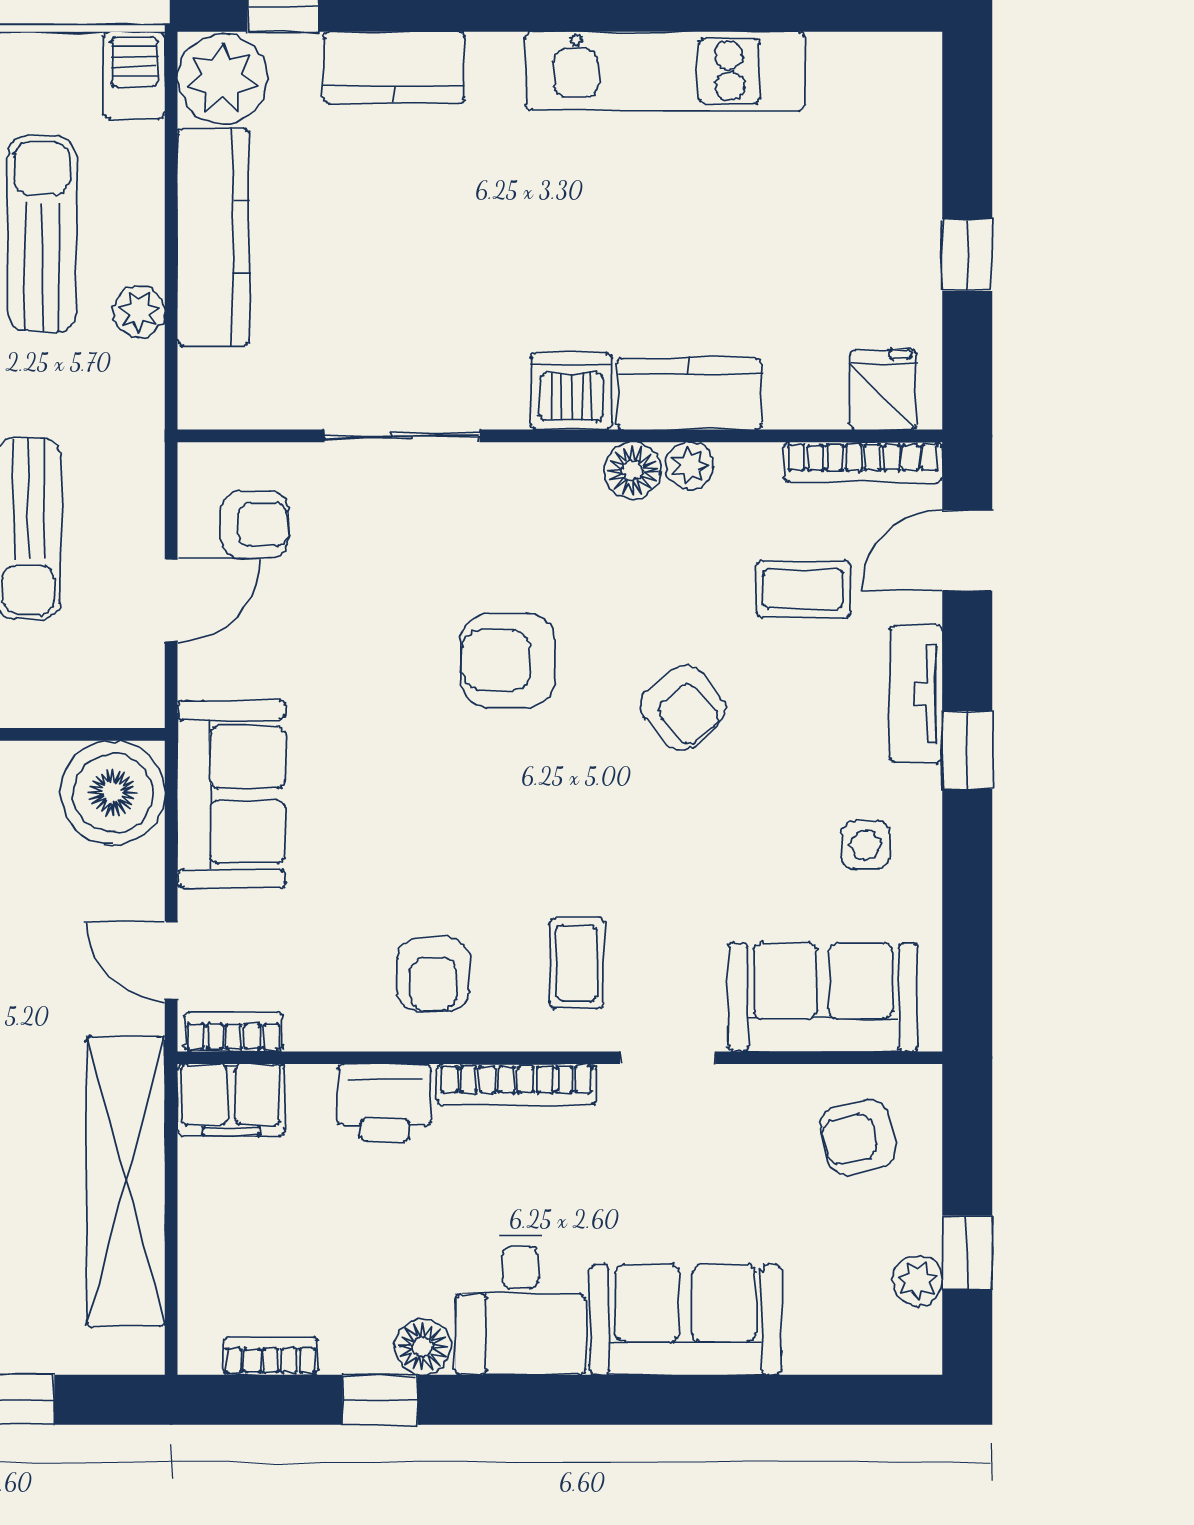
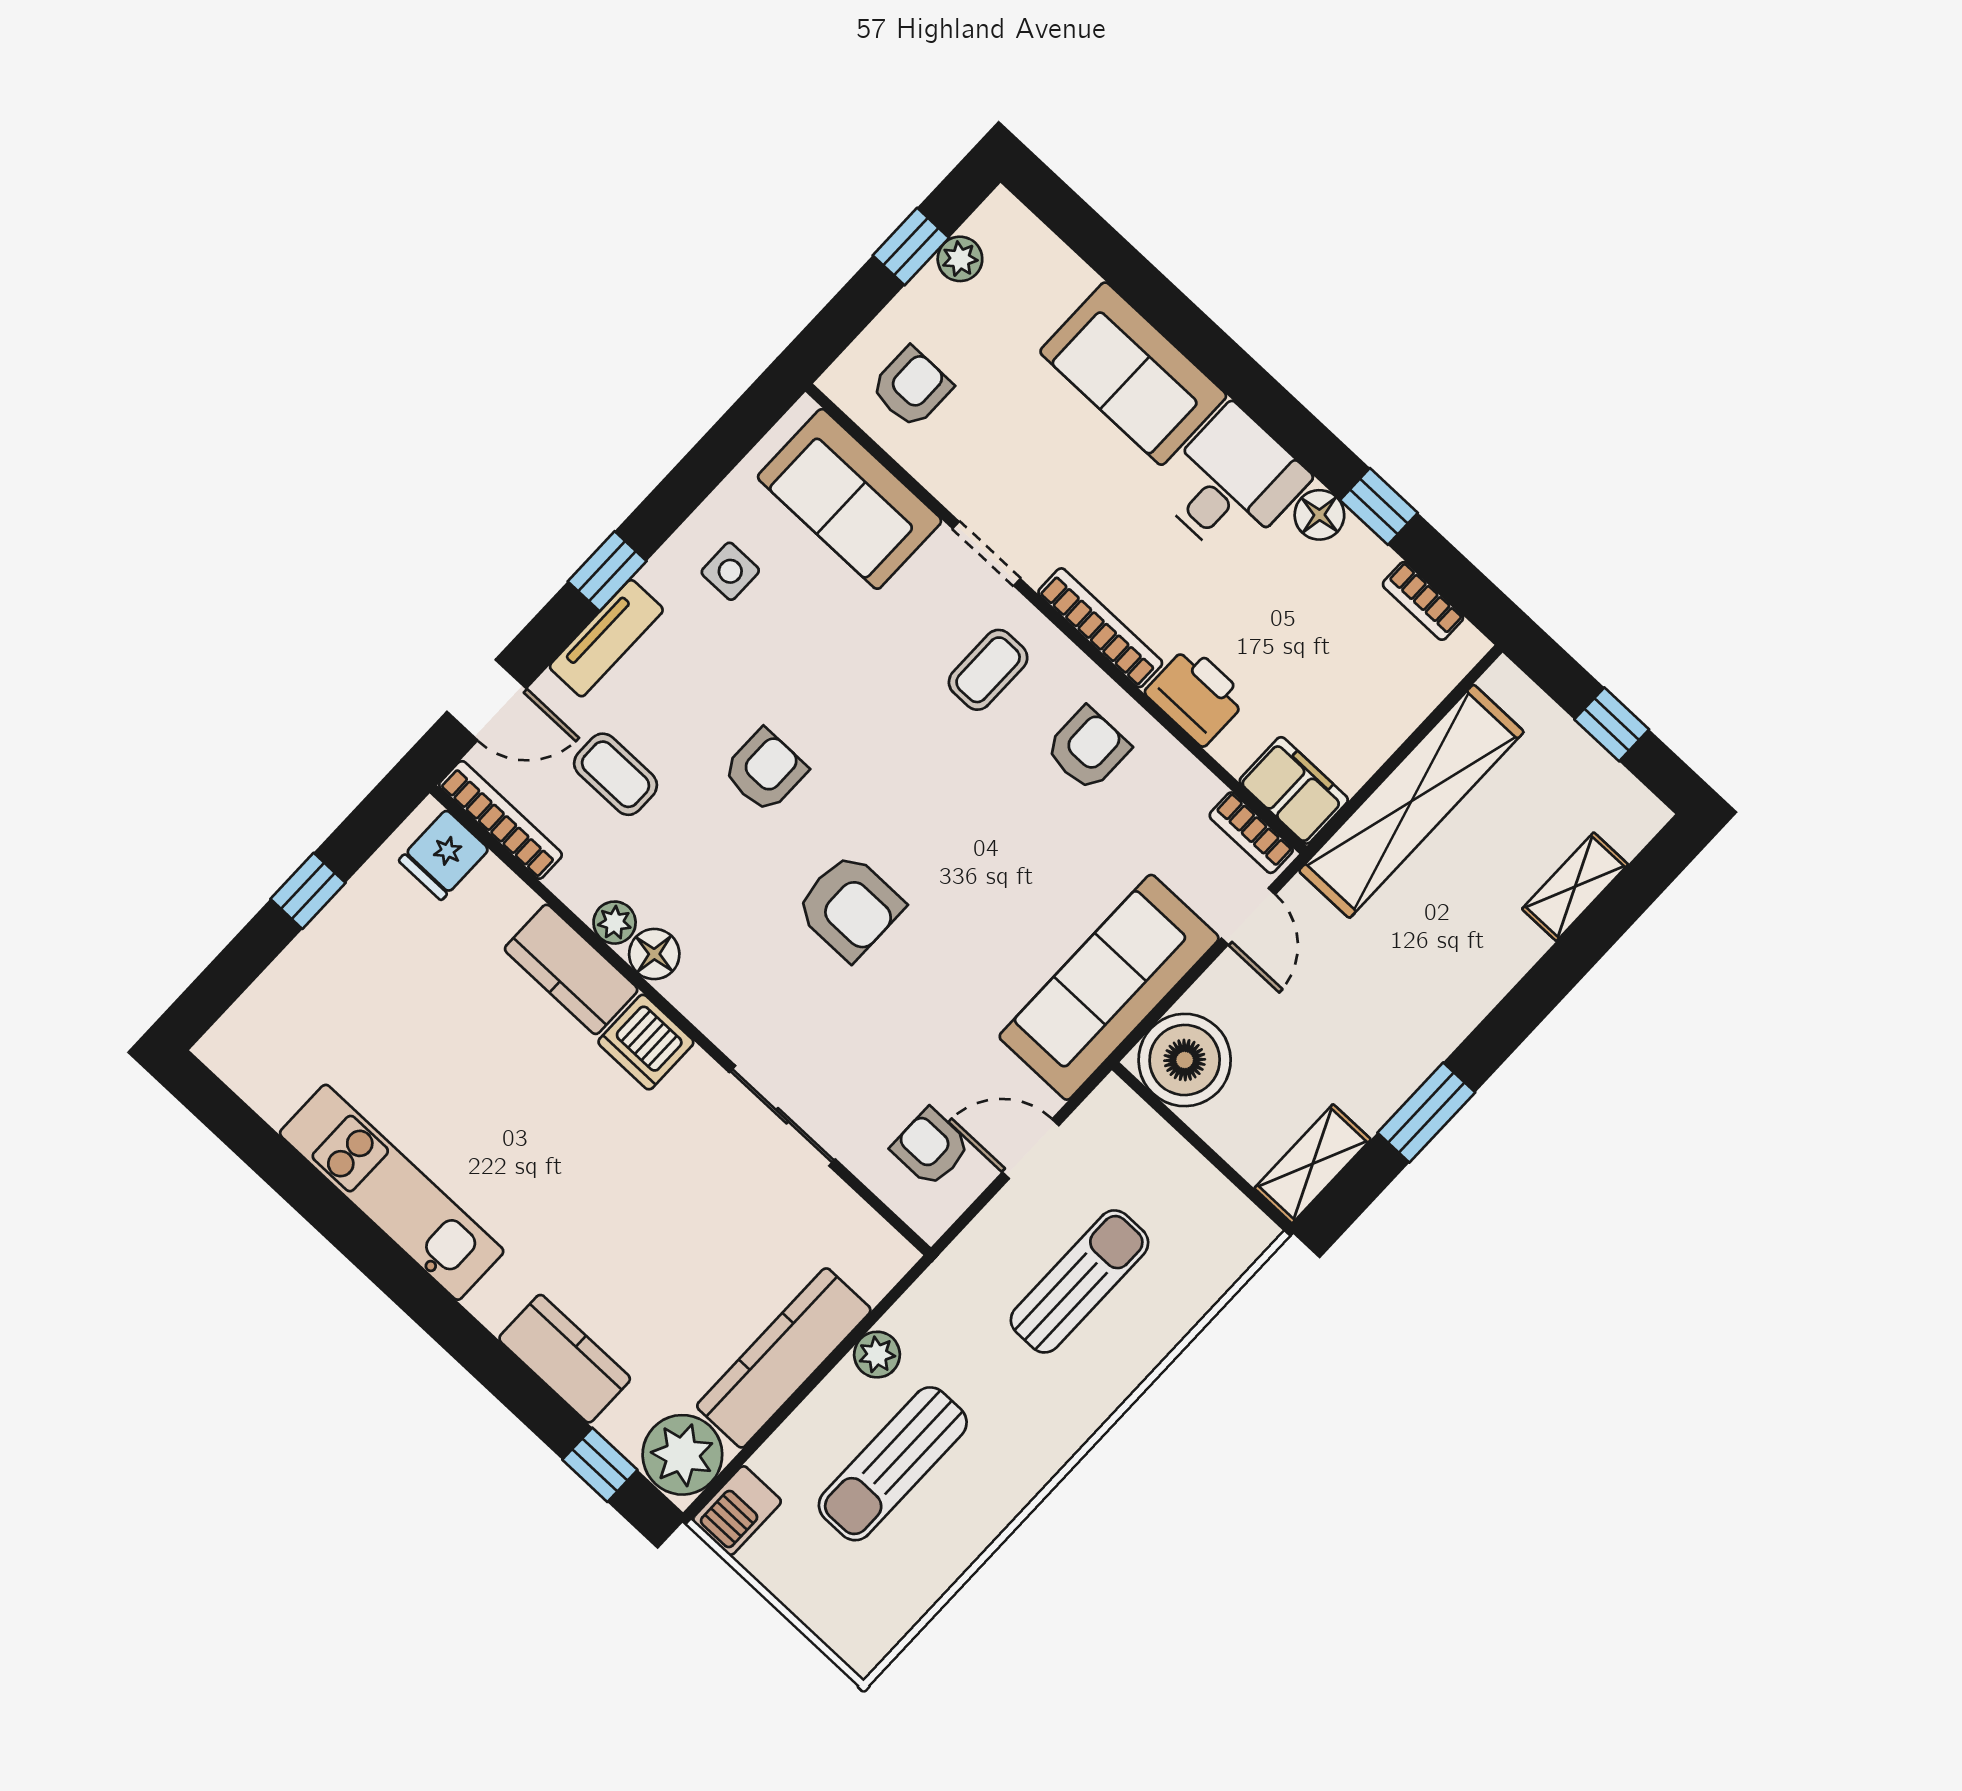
armchair: (683, 708) -> (765, 771), turned 40
sofa: (231, 794) -> (1109, 987), width x1.36
armchair: (858, 1137) -> (911, 387), turned -77

